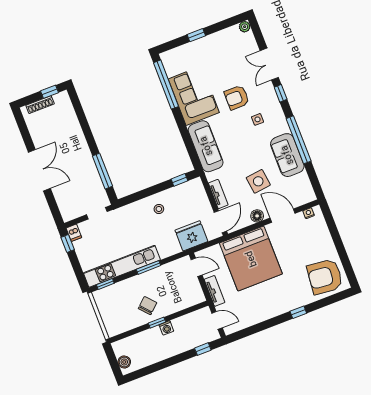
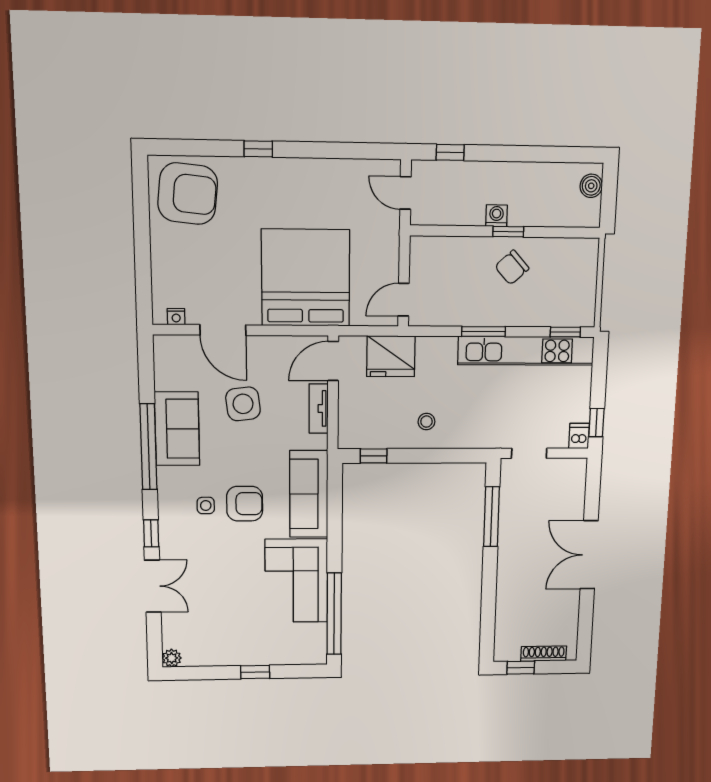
armchair: (237, 97) -> (245, 504), moved
floor lamp: (257, 216) -> (267, 347), removed
door: (197, 267) -> (404, 300), hinge flipped
tv unit: (215, 291) -> (389, 247), removed

